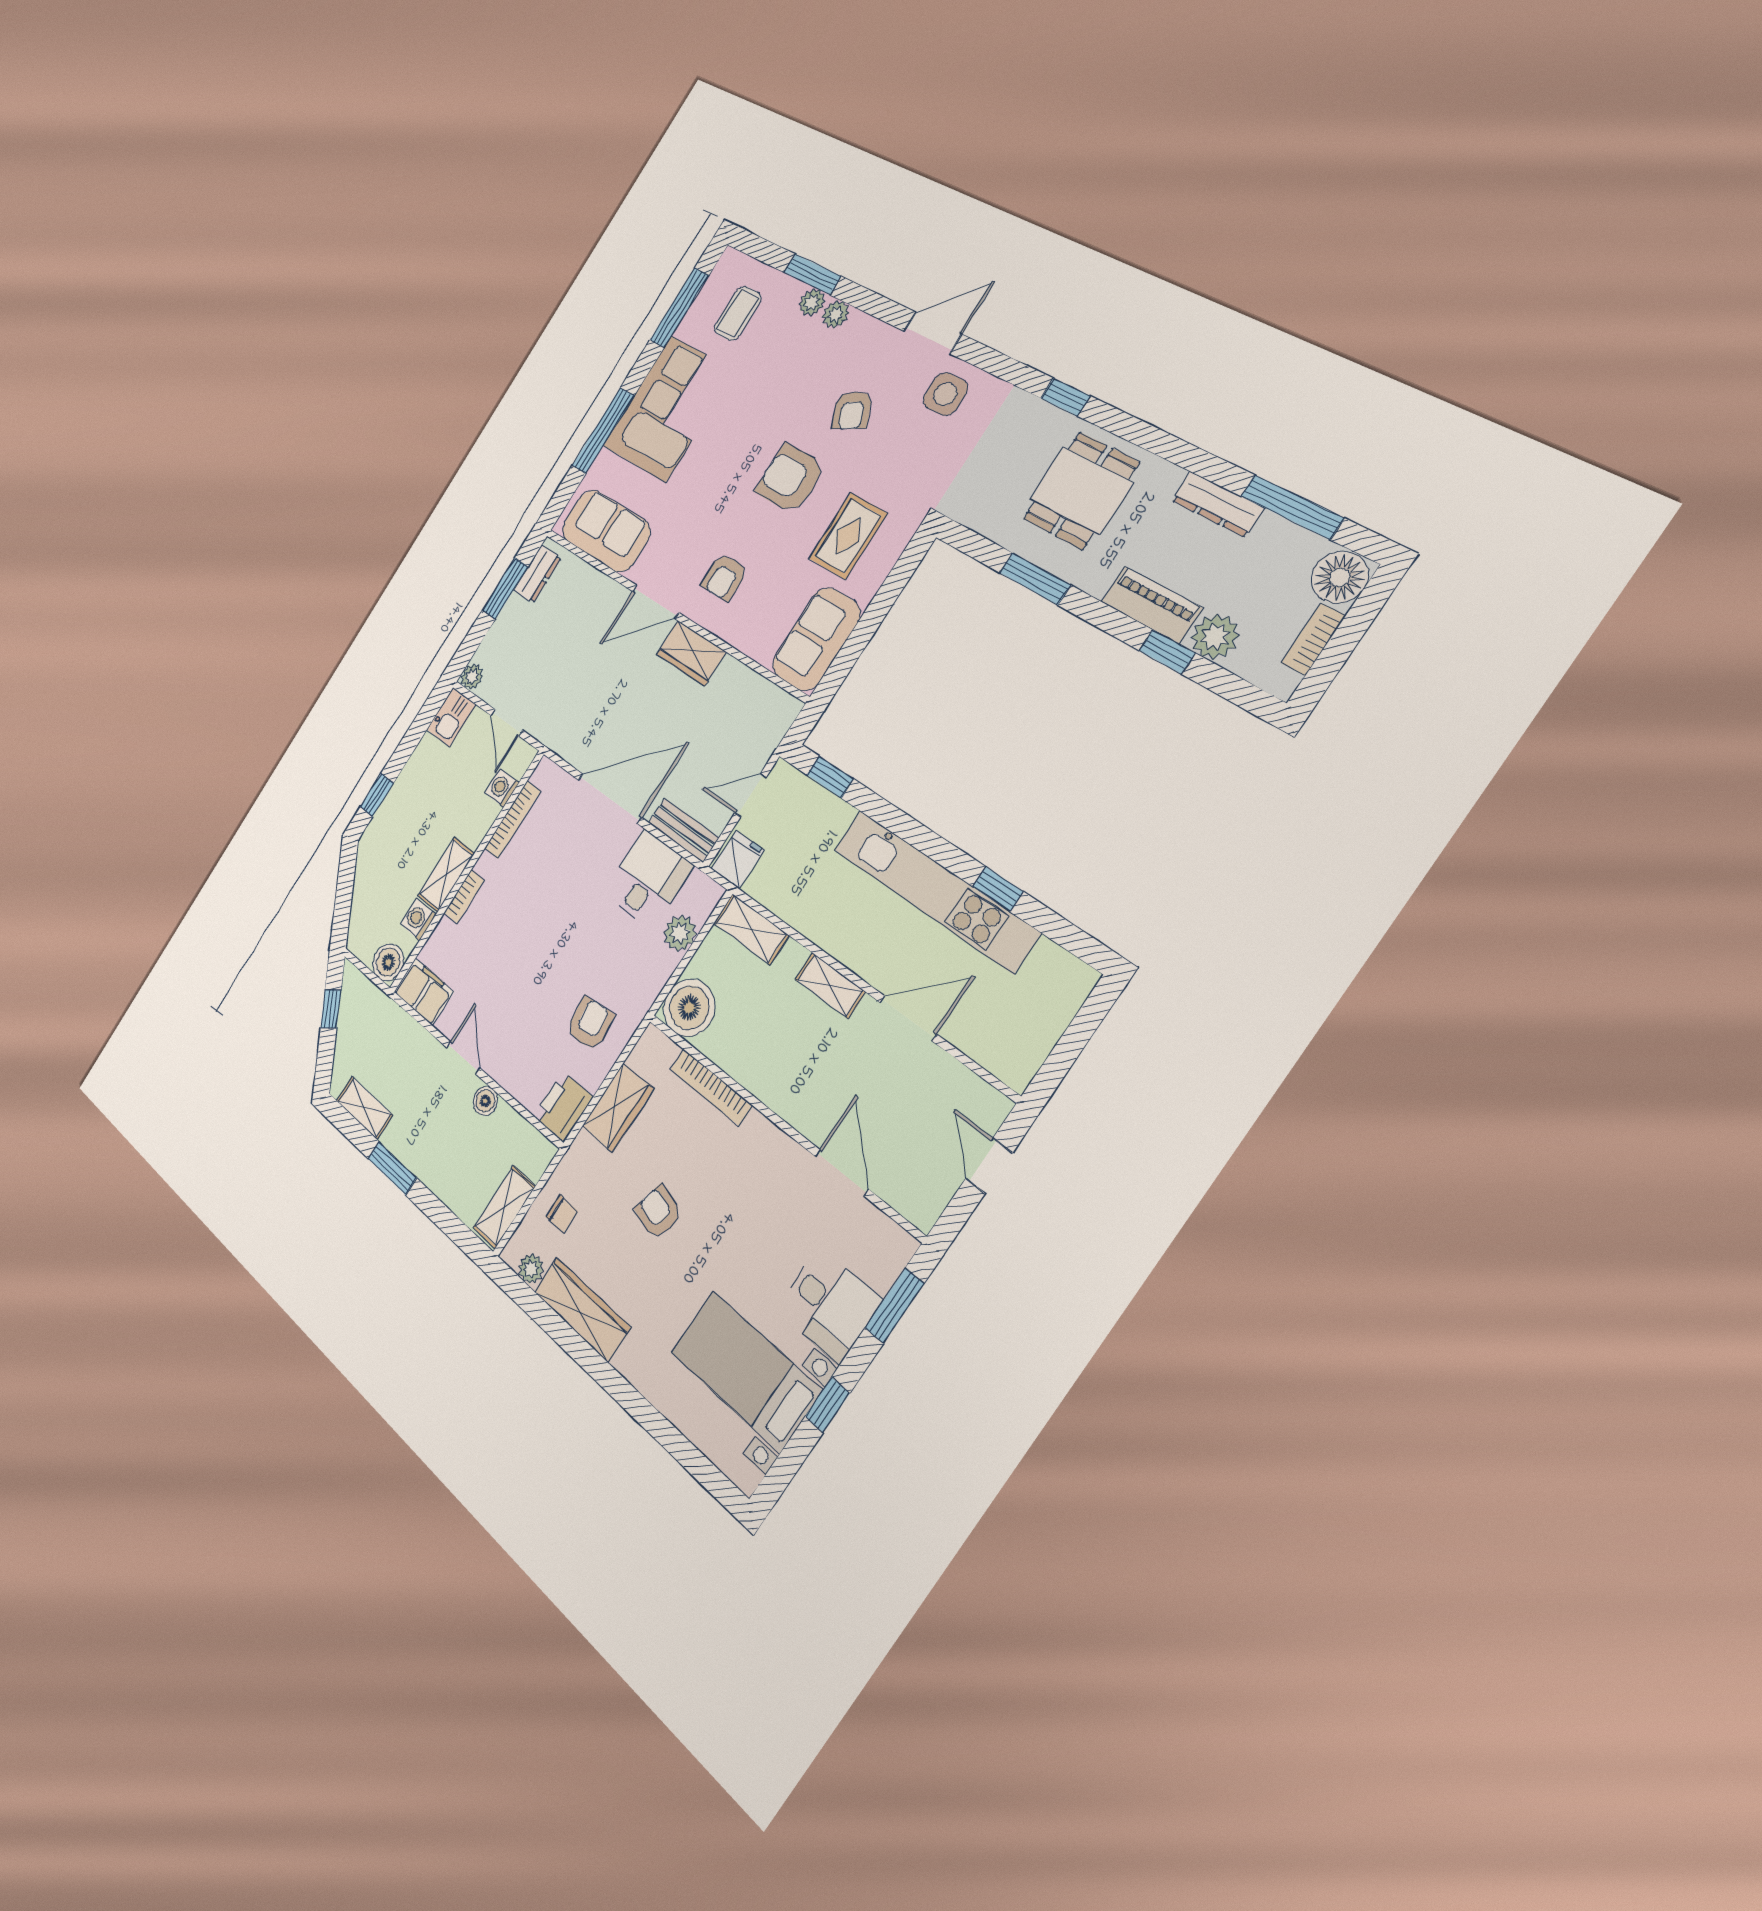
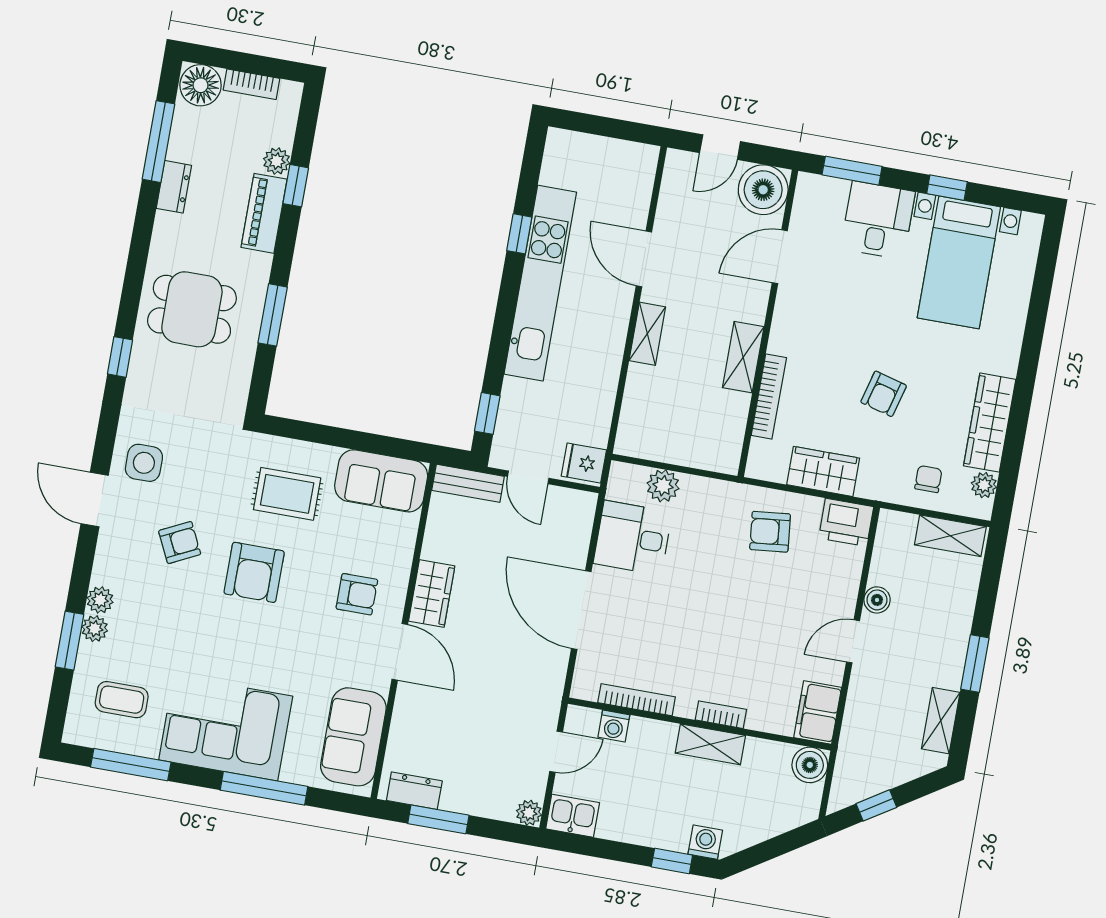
dresser: (1218, 504) -> (174, 187), width x0.70
plant: (1215, 637) -> (277, 161), width x0.73, depth x0.73
bench: (684, 830) -> (468, 483), moved, turned 90
washing machine: (418, 919) -> (705, 842), moved, turned 180
shelving: (751, 929) -> (743, 357), moved
boiler: (689, 1008) -> (763, 190), moved

